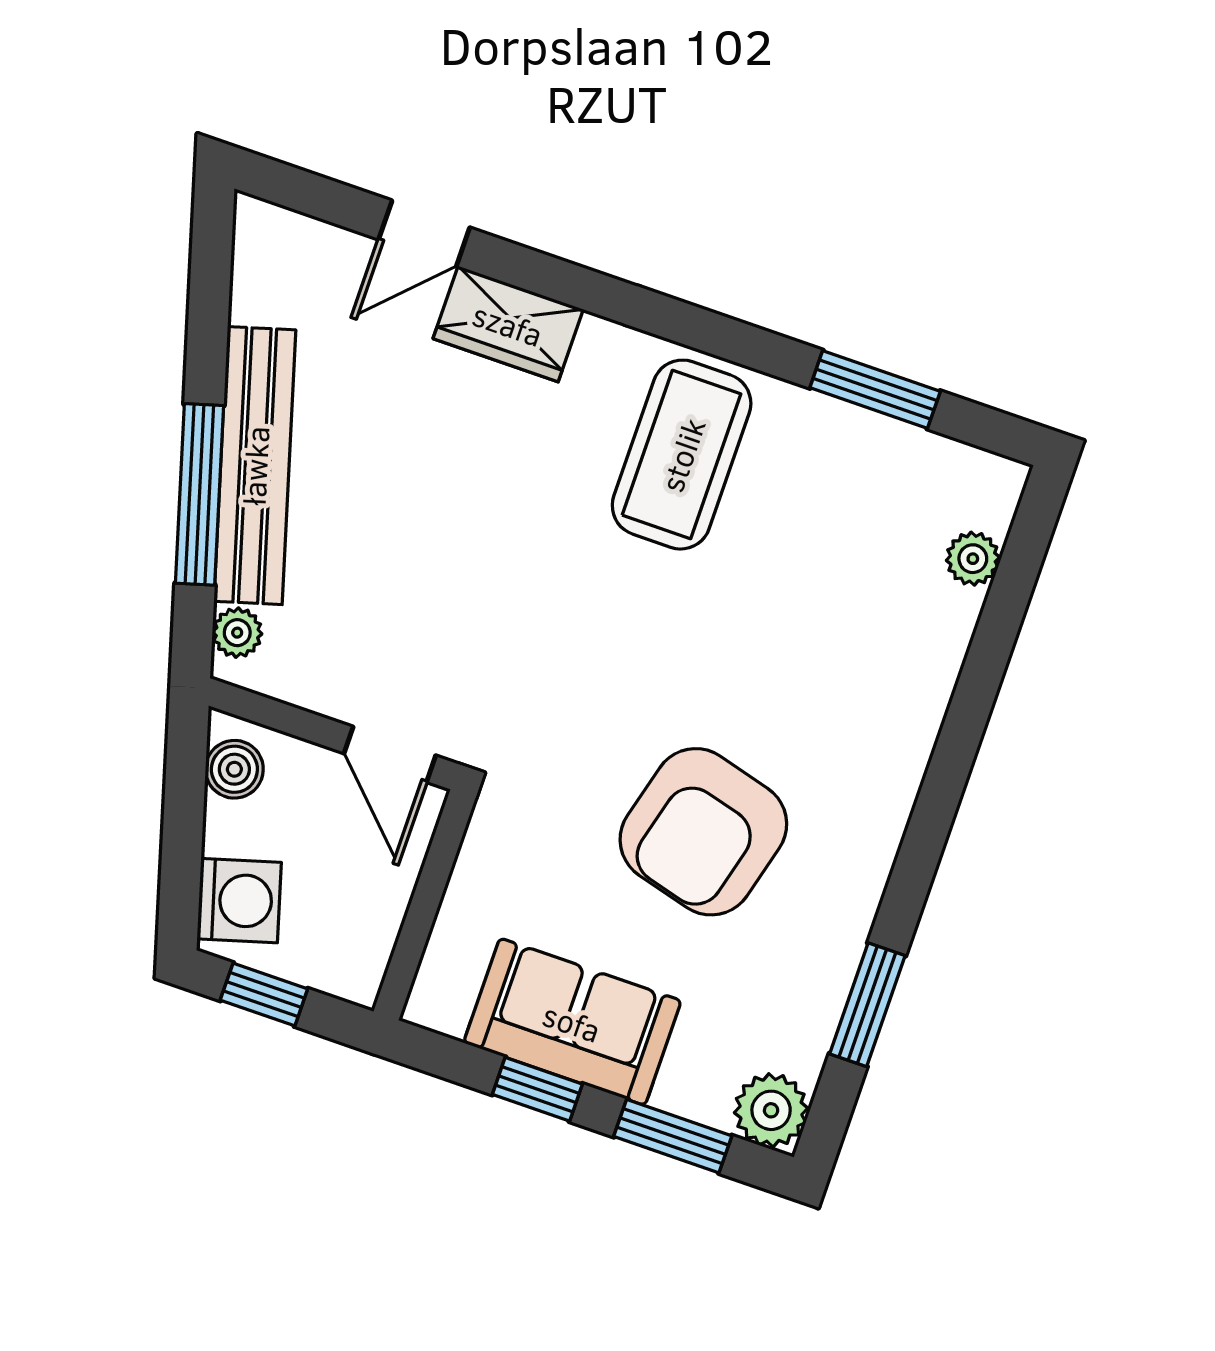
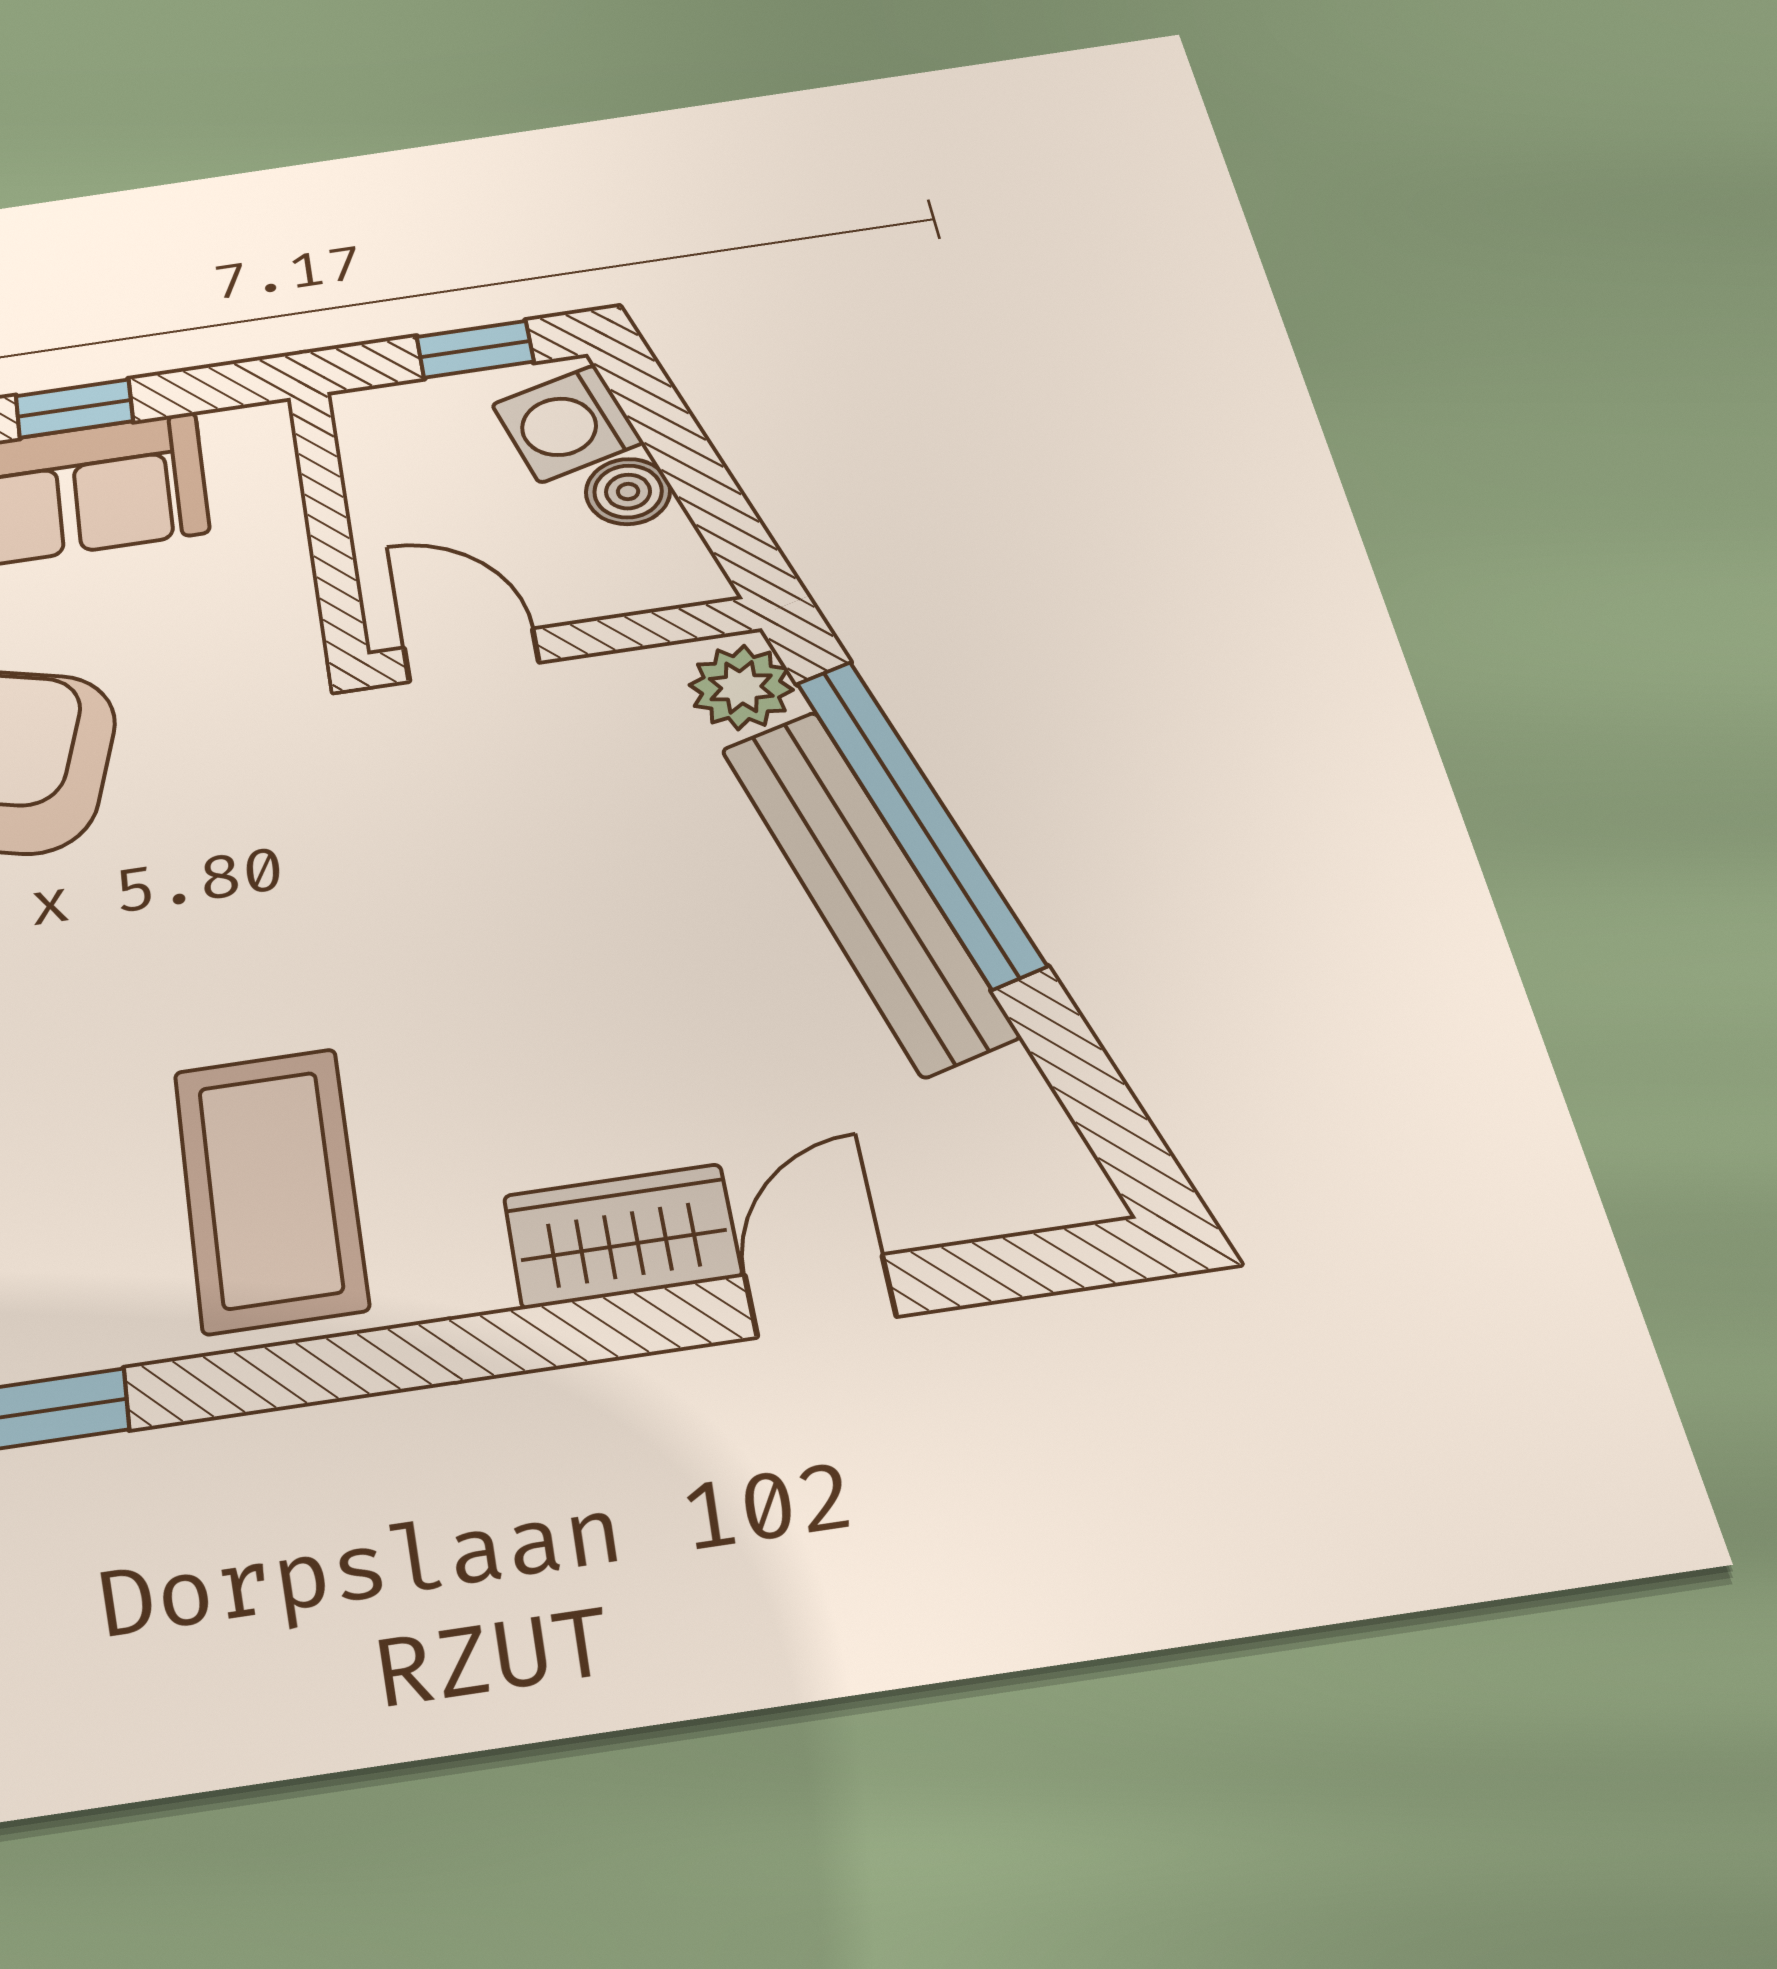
window: (199, 494) -> (919, 821), width x1.46
plant: (237, 633) -> (741, 687), width x1.38, depth x1.38
boiler: (234, 769) -> (628, 491), moved

